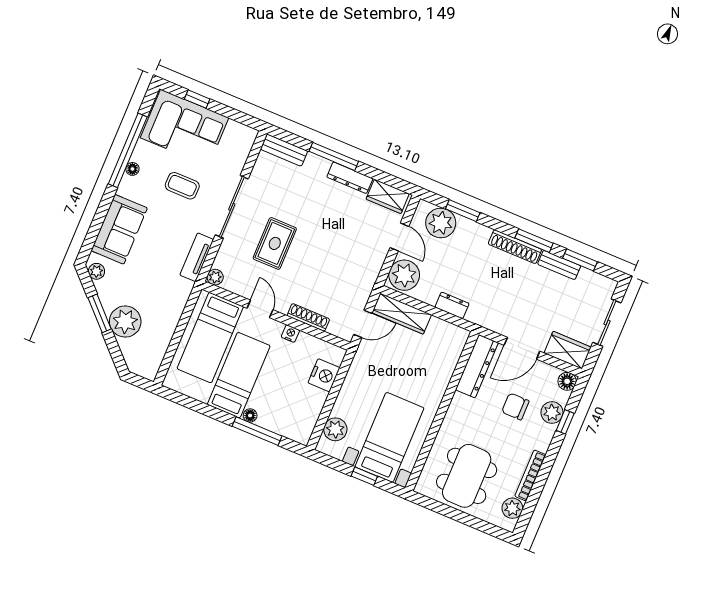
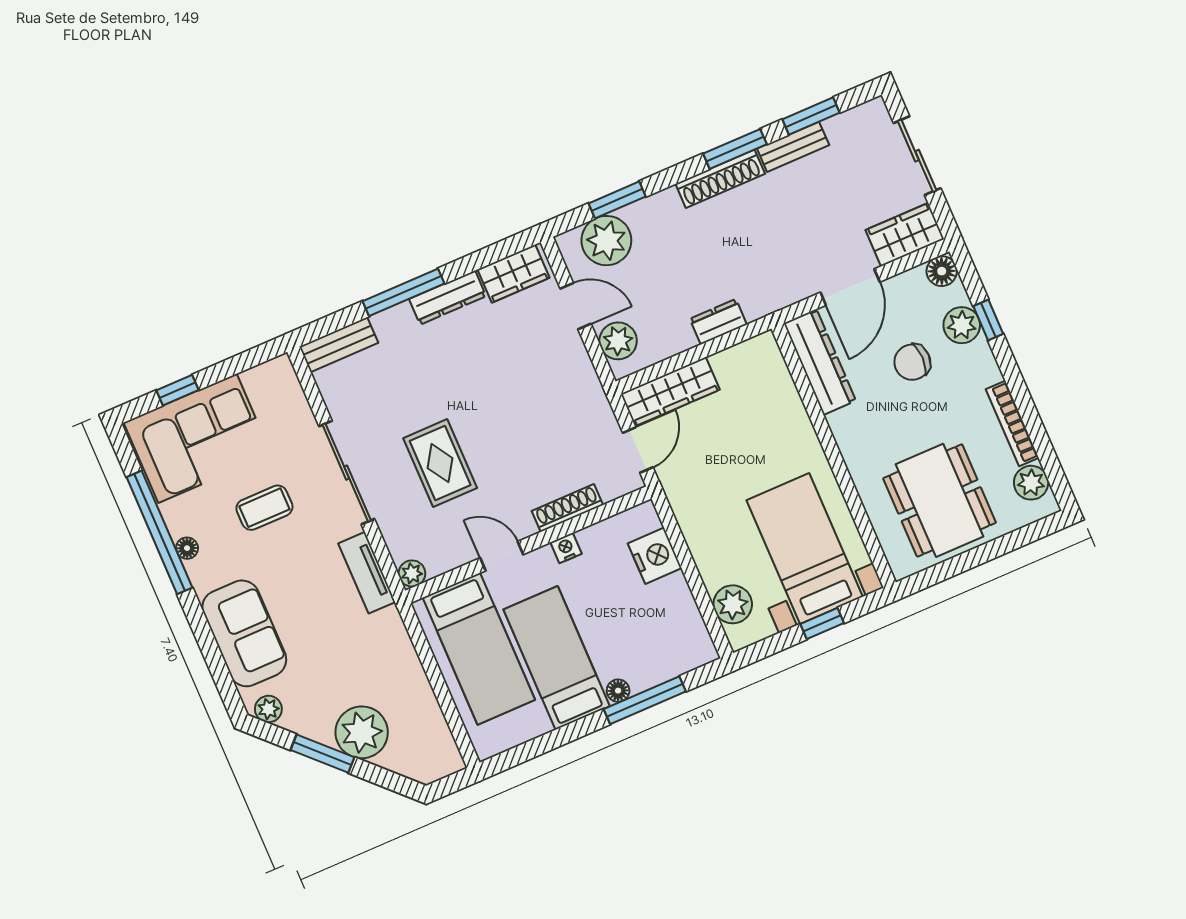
plant: (404, 275) -> (618, 341), width x0.73, depth x0.73

